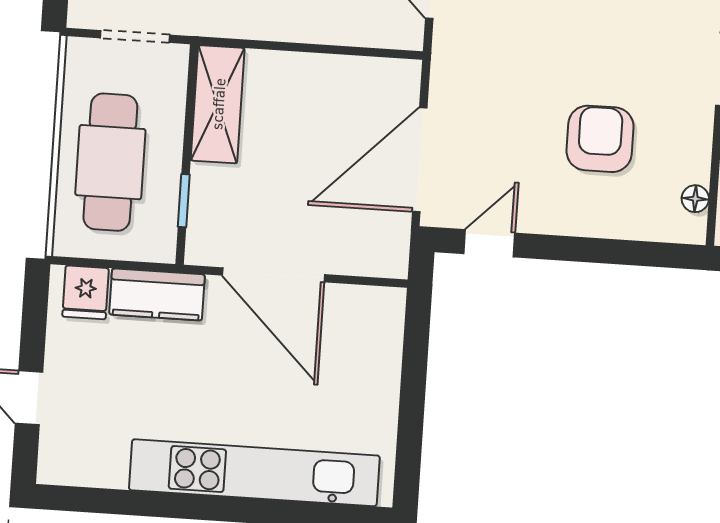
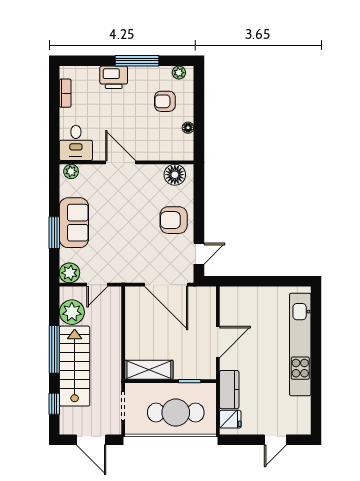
armchair: (600, 139) -> (174, 220), moved
floor lamp: (695, 199) -> (175, 175), width x1.89, depth x1.89
door: (489, 243) -> (199, 254), swing flipped
door: (273, 275) -> (218, 342), width x0.73

